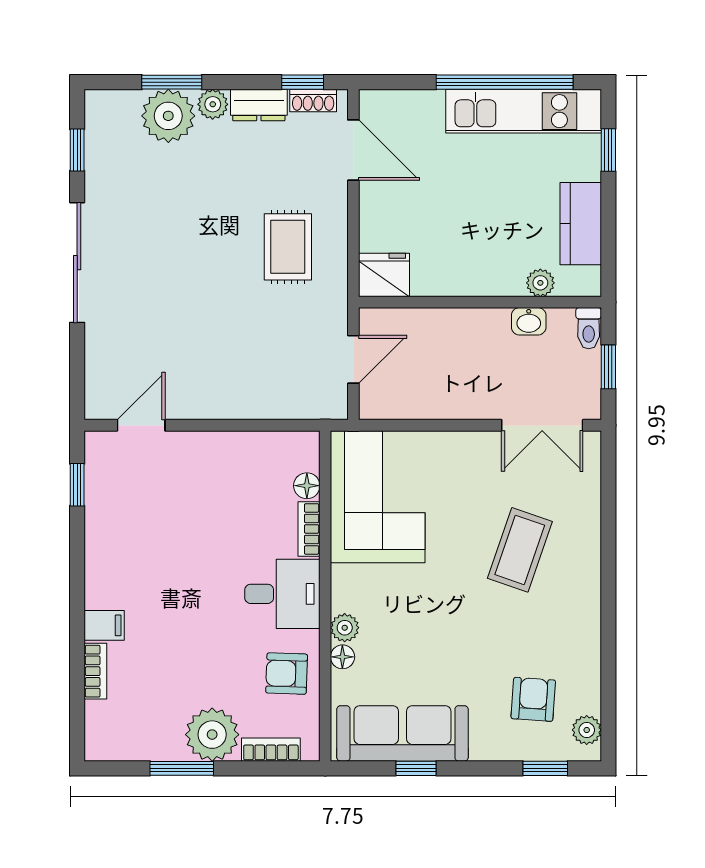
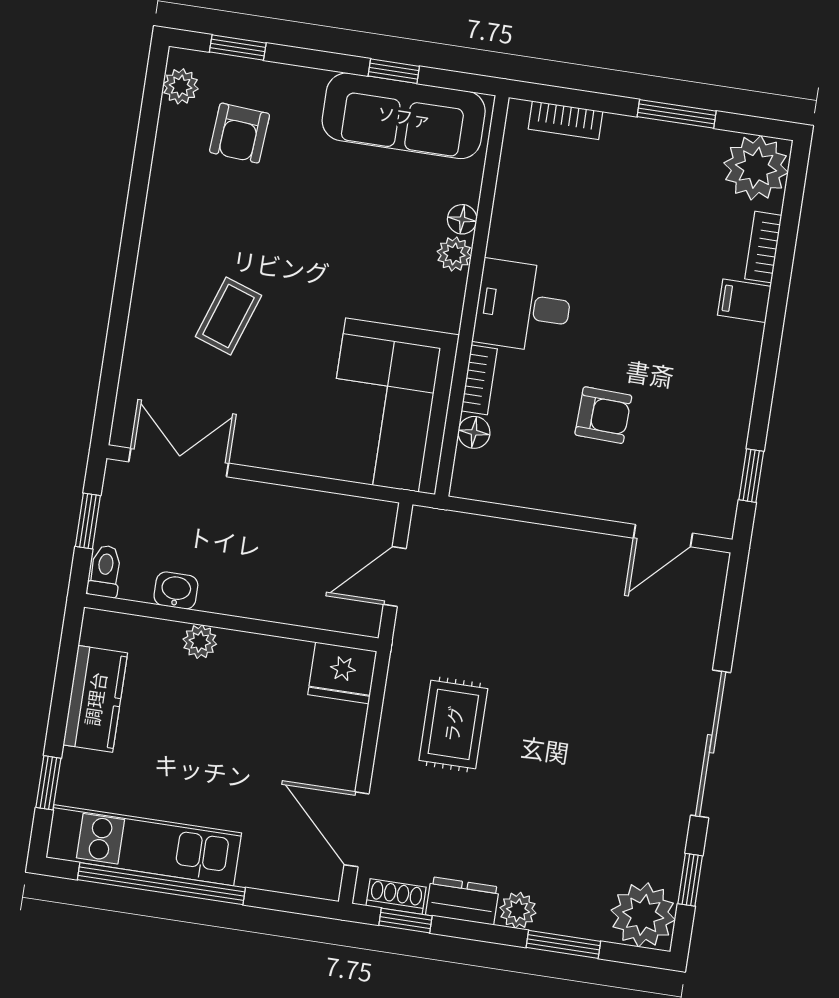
plant: (168, 116) -> (643, 915), moved
plant: (540, 283) -> (200, 642), moved
coffee table: (520, 550) -> (228, 316), width x0.73, depth x0.77
armchair: (287, 674) -> (603, 415), moved
plant: (212, 735) -> (756, 168), moved

